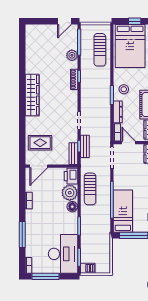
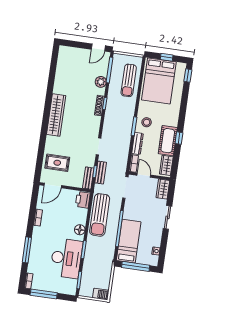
sun lounger: (90, 189) -> (100, 215), width x1.36, depth x1.34
plant: (70, 193) -> (79, 216), removed
desk: (63, 254) -> (66, 258), moved
barbecue: (88, 268) -> (100, 294), moved

